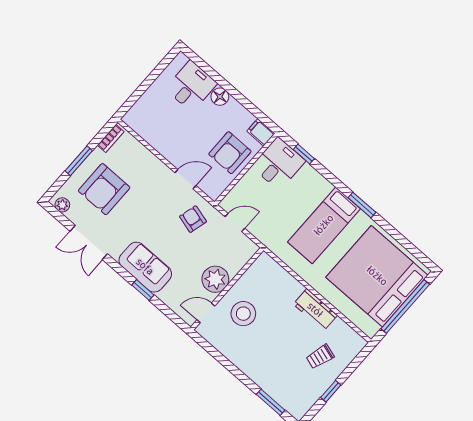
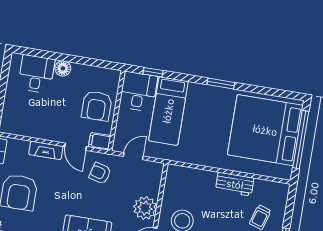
filing cabinet: (261, 132) -> (100, 141), moved
fireplace: (155, 165) -> (46, 150), added
door: (185, 179) -> (76, 147), swing flipped
bed: (324, 225) -> (168, 111), moved

